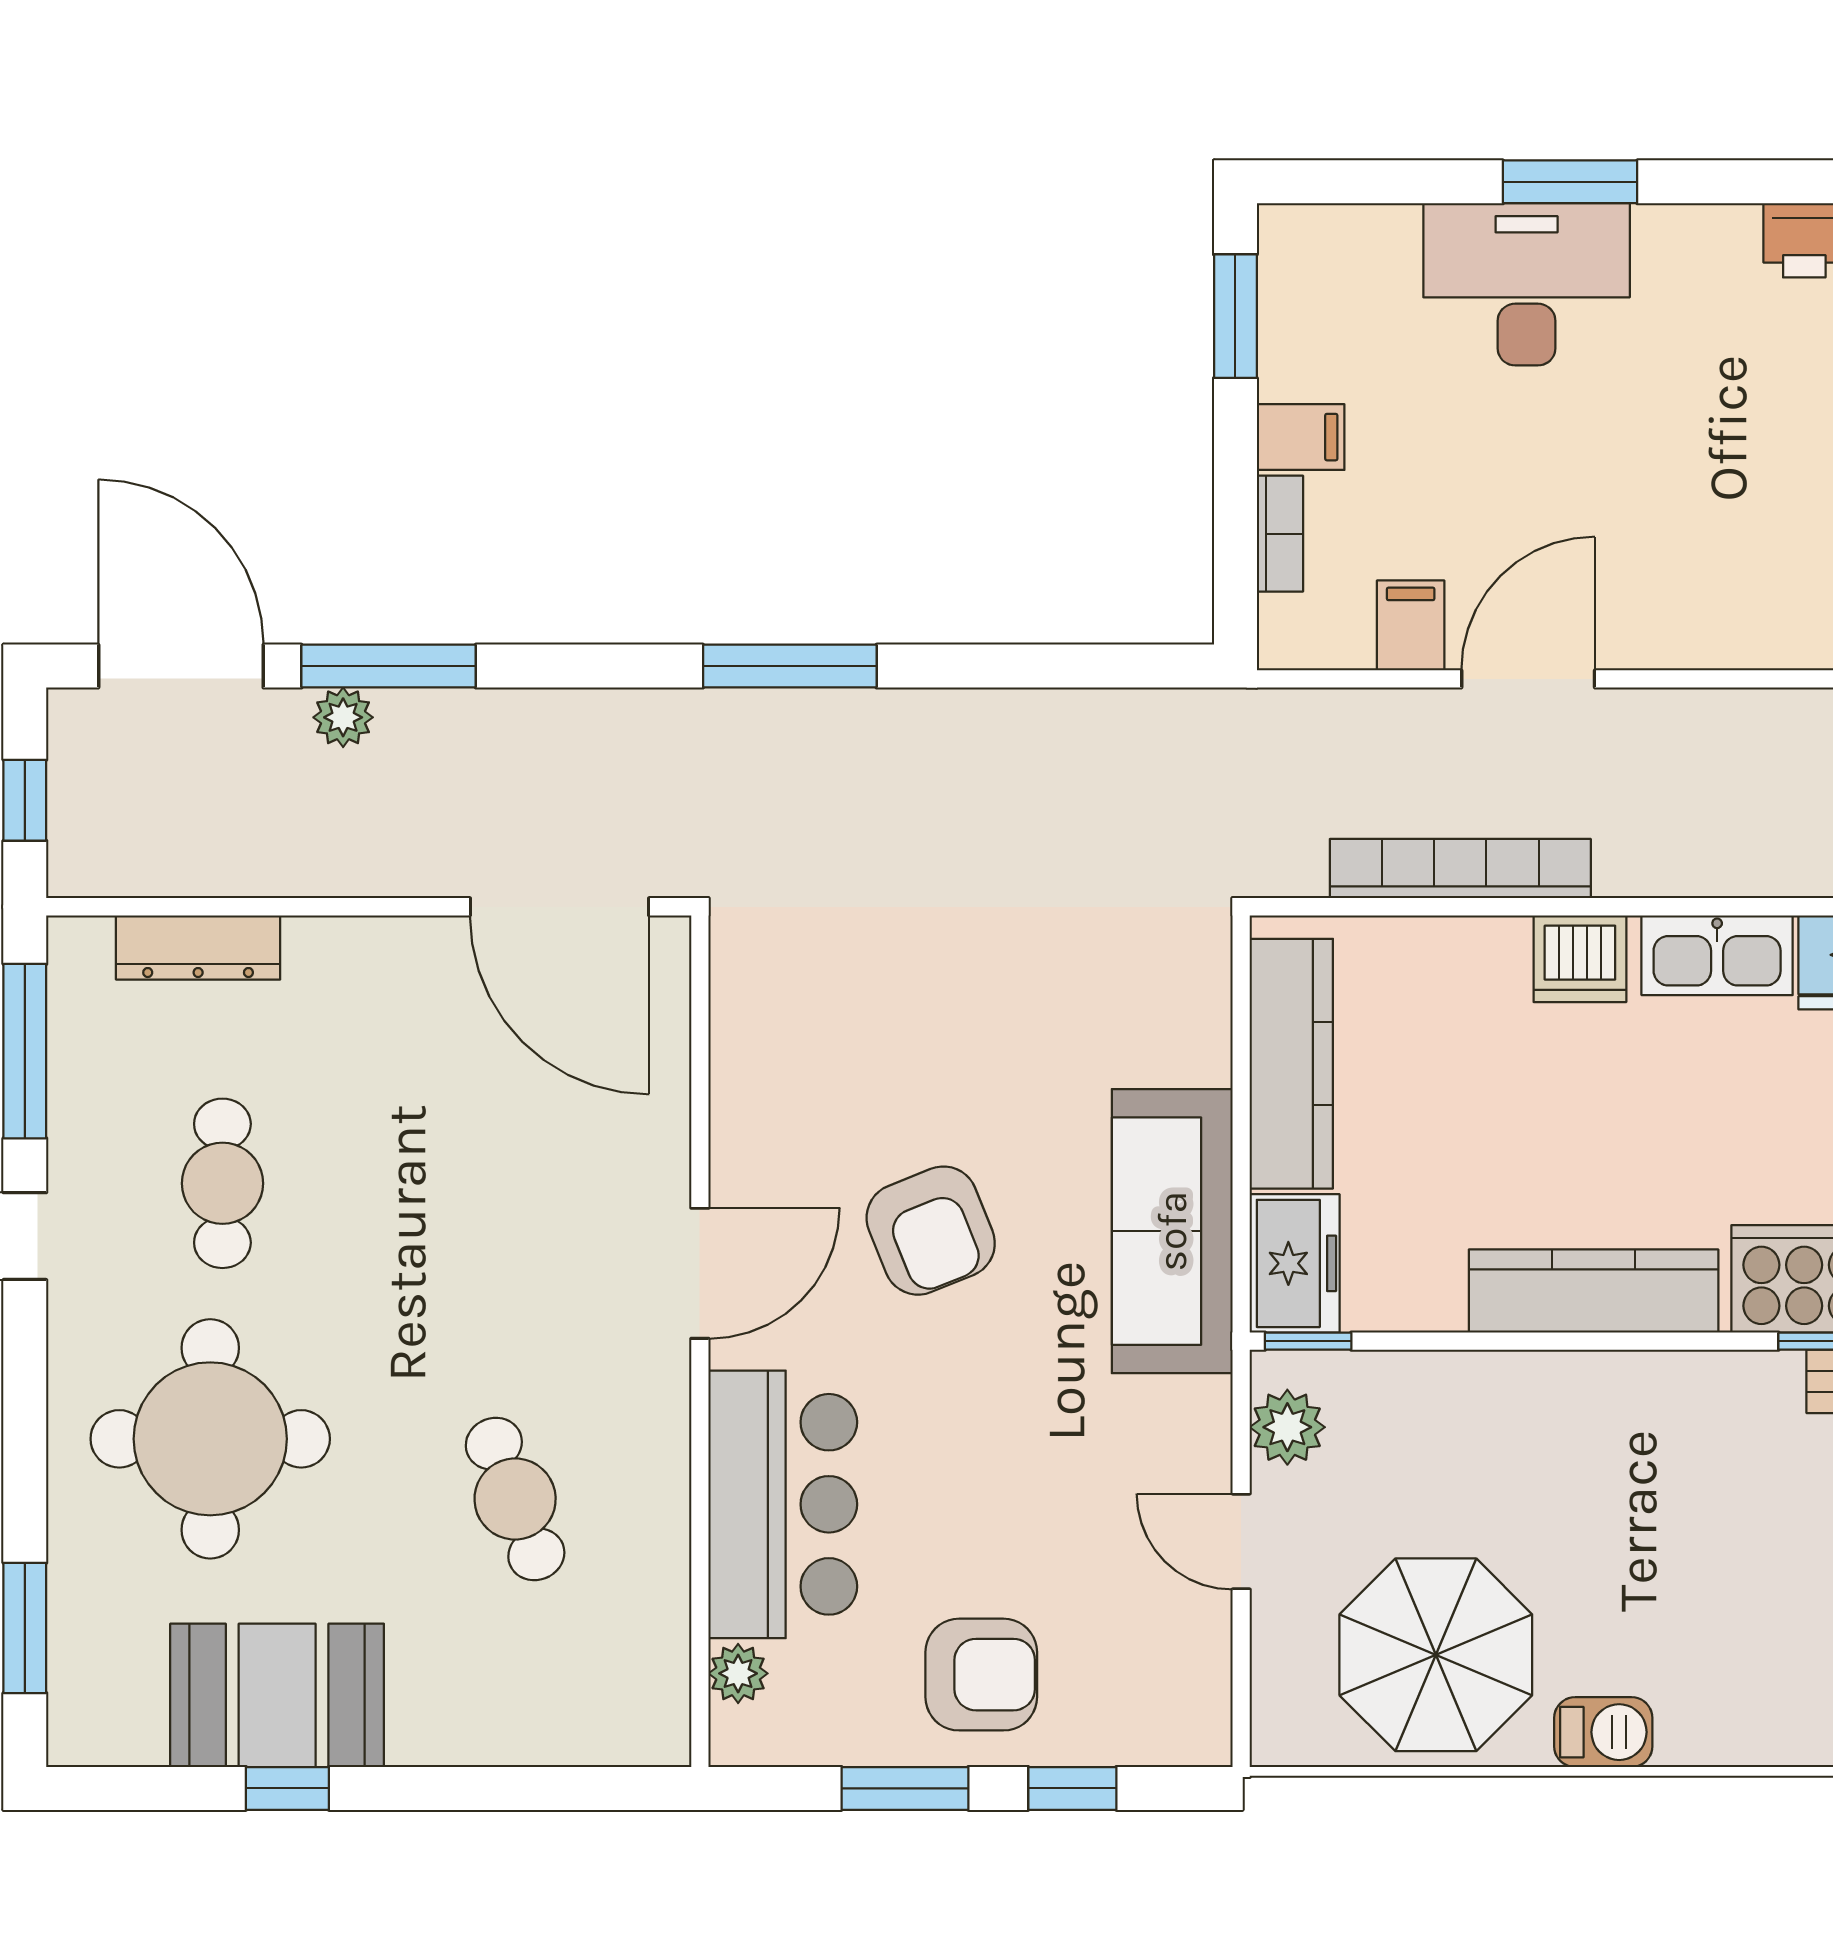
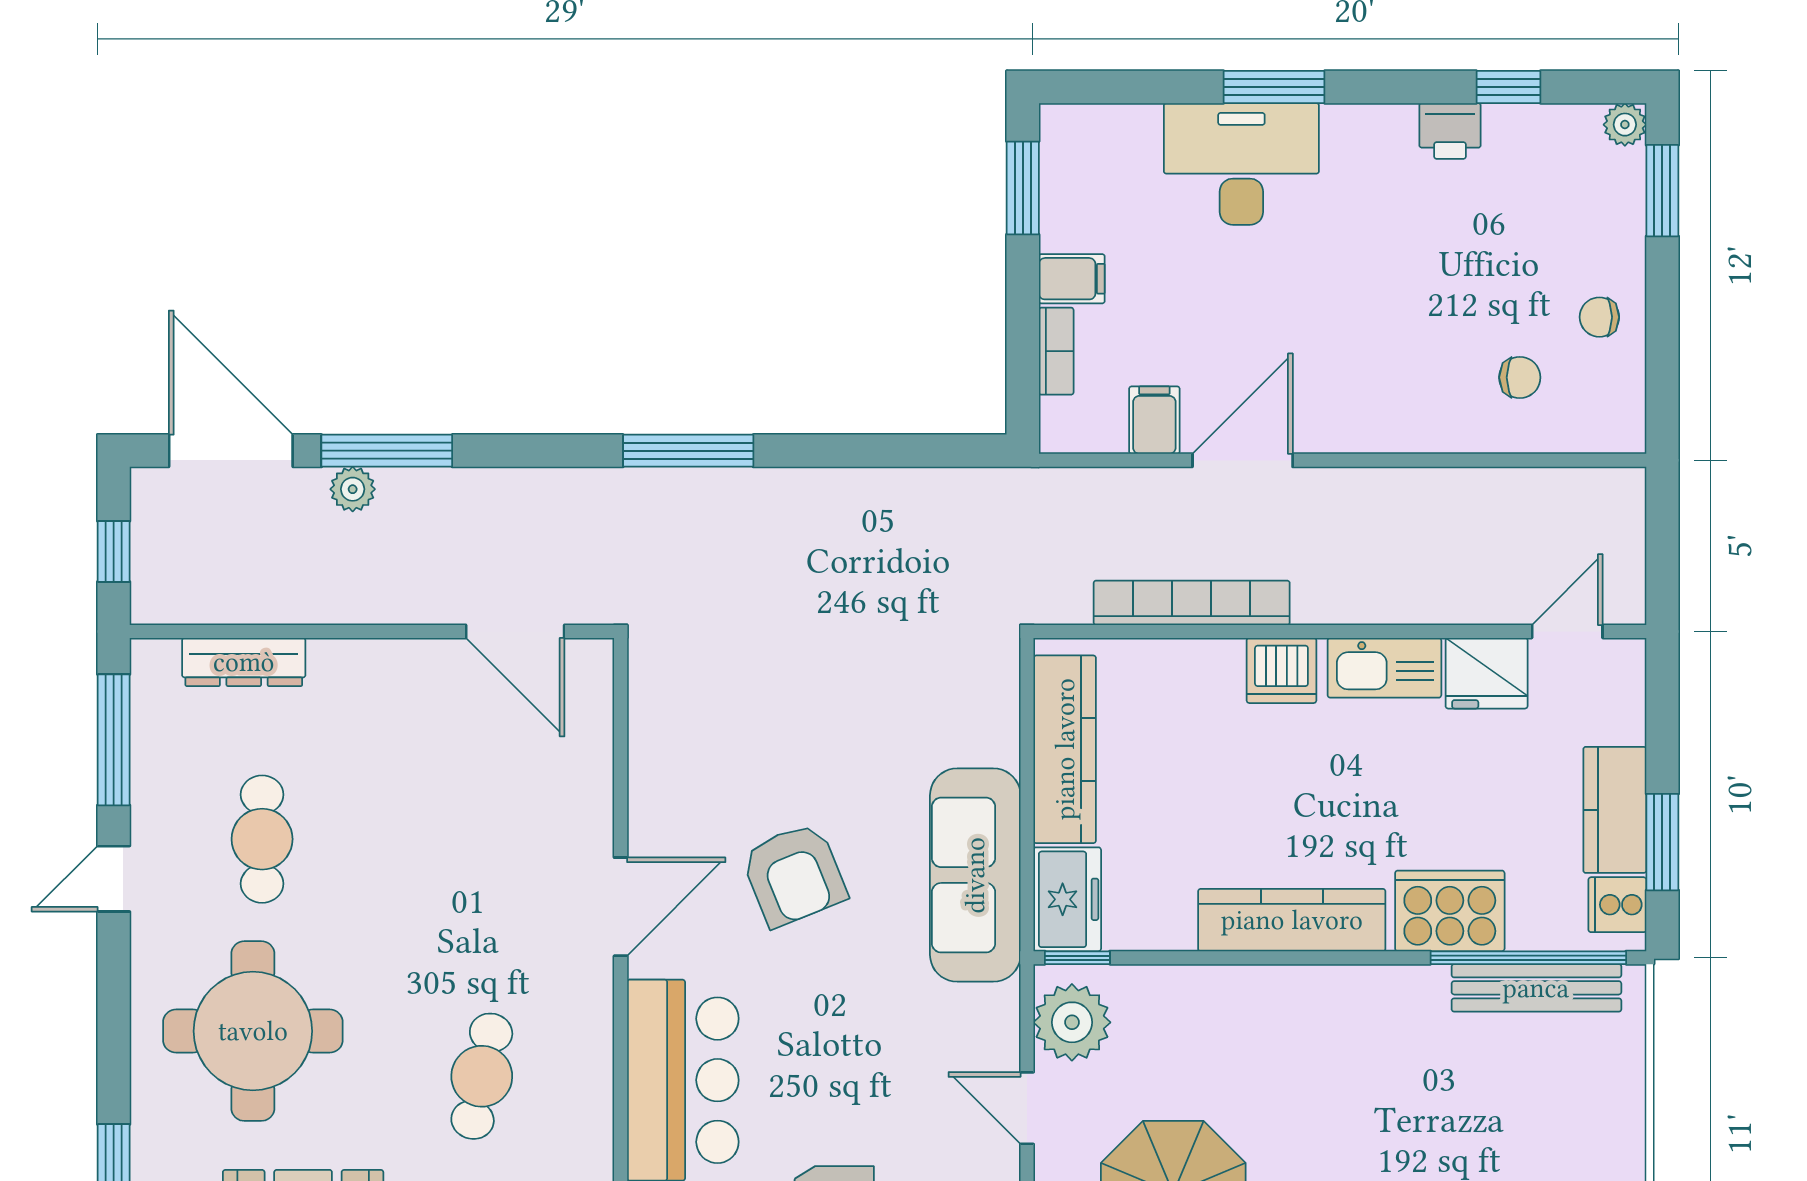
door: (560, 907) -> (515, 631), width x0.73
plant: (1287, 1427) -> (1072, 1022), width x1.36, depth x1.36
cafe table: (515, 1499) -> (482, 1076), turned 33

